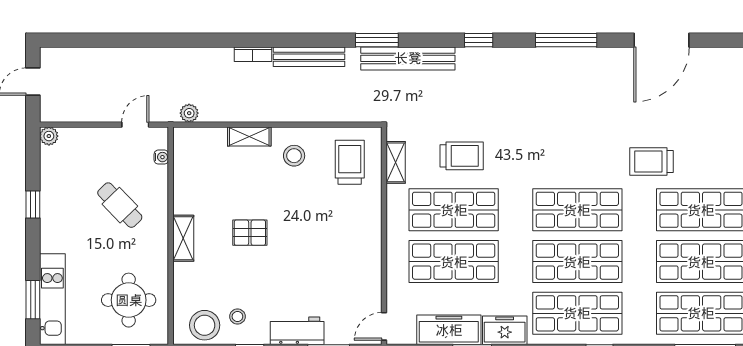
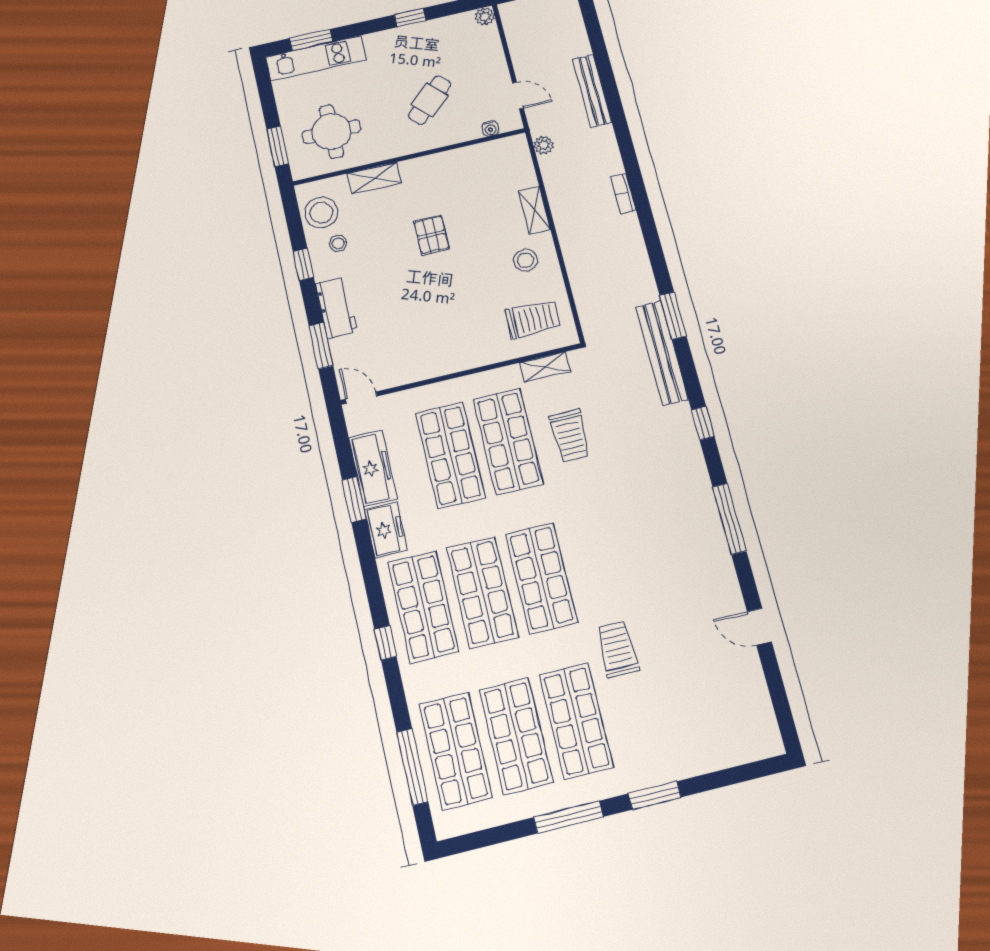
door: (662, 40) -> (759, 627), width x0.53
bench: (309, 57) -> (592, 91), moved
shelving: (183, 238) -> (374, 178), moved

